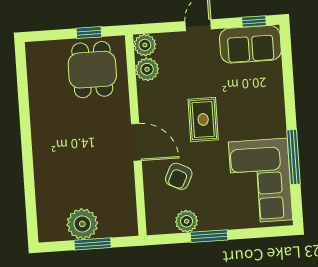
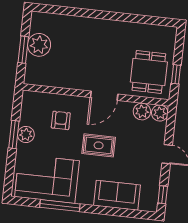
sofa: (250, 44) -> (117, 195), moved, turned 90
dining table: (92, 70) -> (149, 72), turned 90
door: (136, 142) -> (104, 96), moved
armchair: (179, 176) -> (61, 120), turned 64
plant: (187, 221) -> (26, 134), moved

